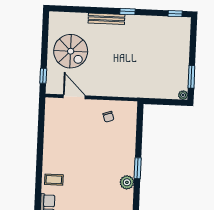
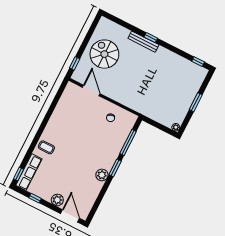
window: (128, 12) -> (151, 38), moved
spiral stairs: (71, 51) -> (104, 54), turned 180
window: (191, 77) -> (196, 102), moved
window: (139, 135) -> (128, 143), added

